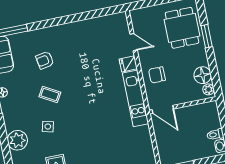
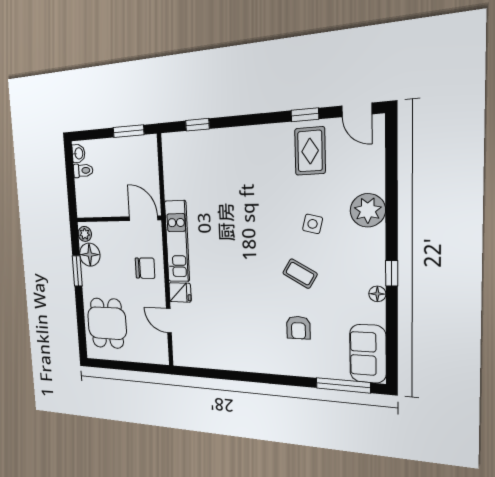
window: (207, 36) -> (77, 271), moved
armchair: (45, 60) -> (298, 328), turned 100

